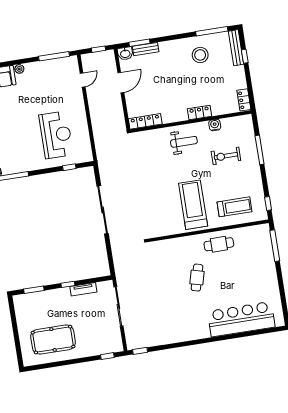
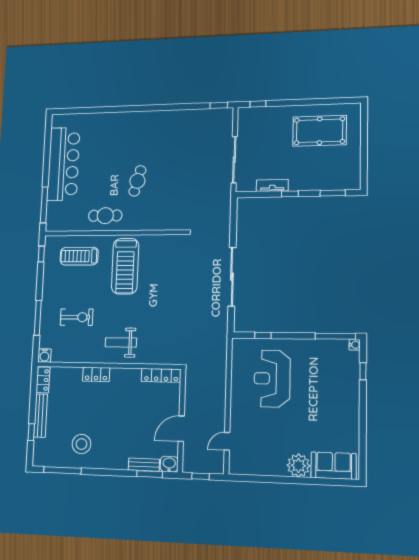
bench: (236, 48) -> (41, 416), moved
window: (54, 56) -> (257, 479), removed
plant: (19, 69) -> (298, 465), width x1.88, depth x1.88
water cooler: (215, 125) -> (45, 356), moved
bar counter: (241, 319) -> (63, 164), moved, turned -90

